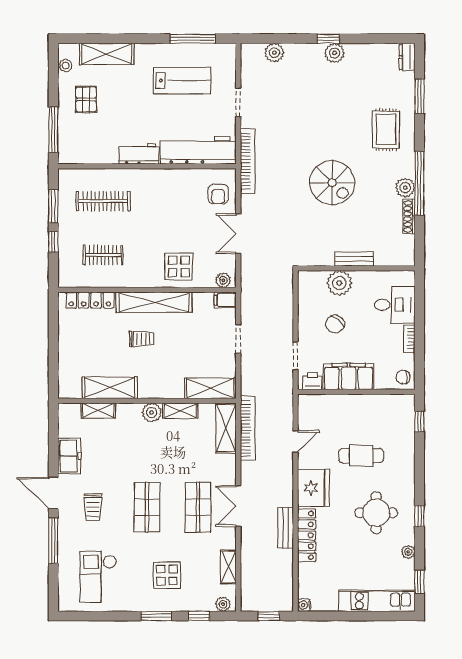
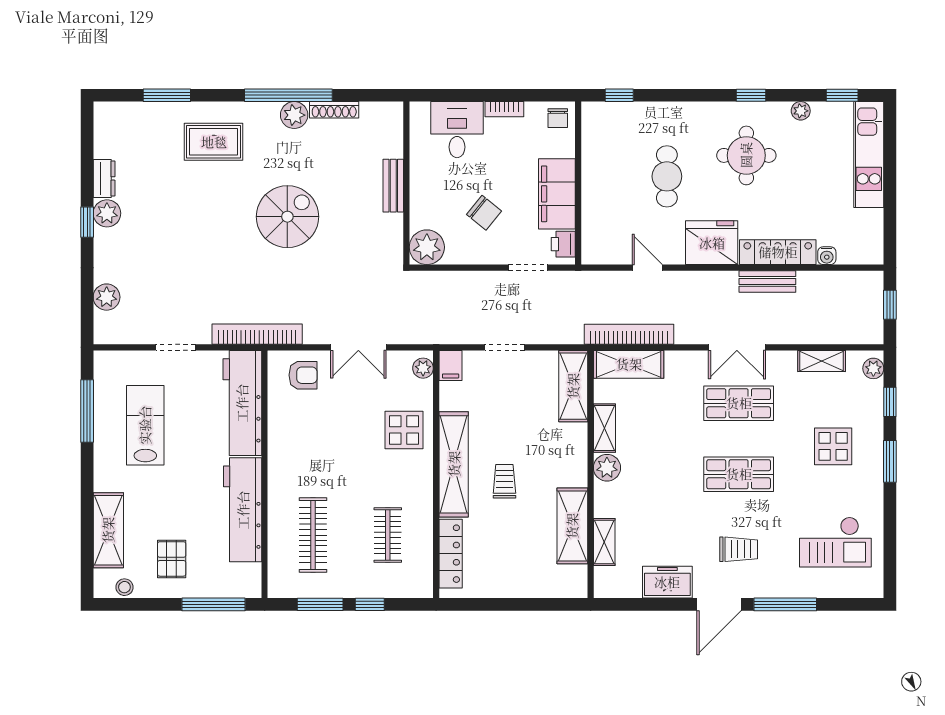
dresser: (407, 57) -> (104, 178), moved, turned -90
pallet: (86, 99) -> (172, 559), turned 90
workbench: (139, 154) -> (243, 510), width x1.88, depth x1.32
plant: (339, 283) -> (427, 247), moved
water cooler: (304, 605) -> (827, 256), moved

